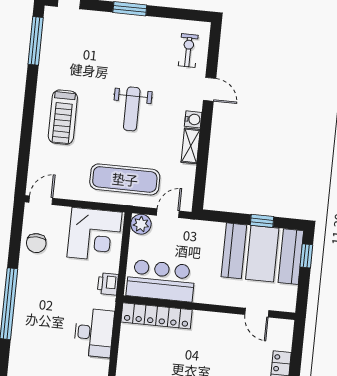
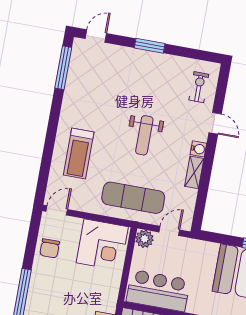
treadmill: (63, 117) -> (79, 153), moved
printer: (108, 284) -> (111, 290), removed

